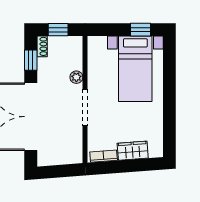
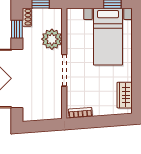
plant: (76, 77) -> (52, 39), width x1.88, depth x1.88
wardrobe: (133, 151) -> (125, 95), moved, turned -86

